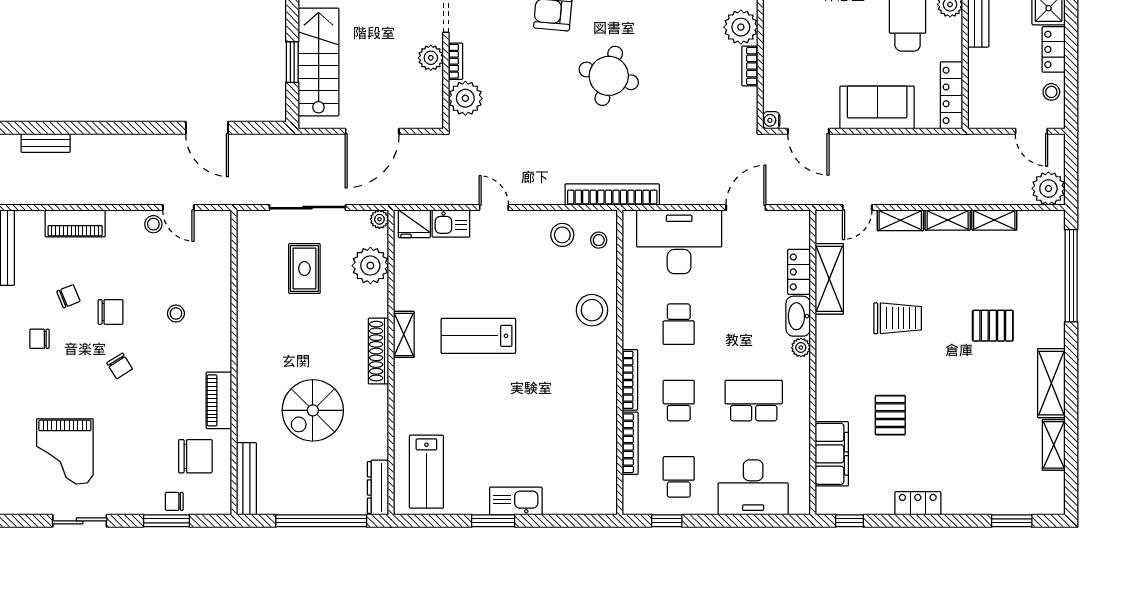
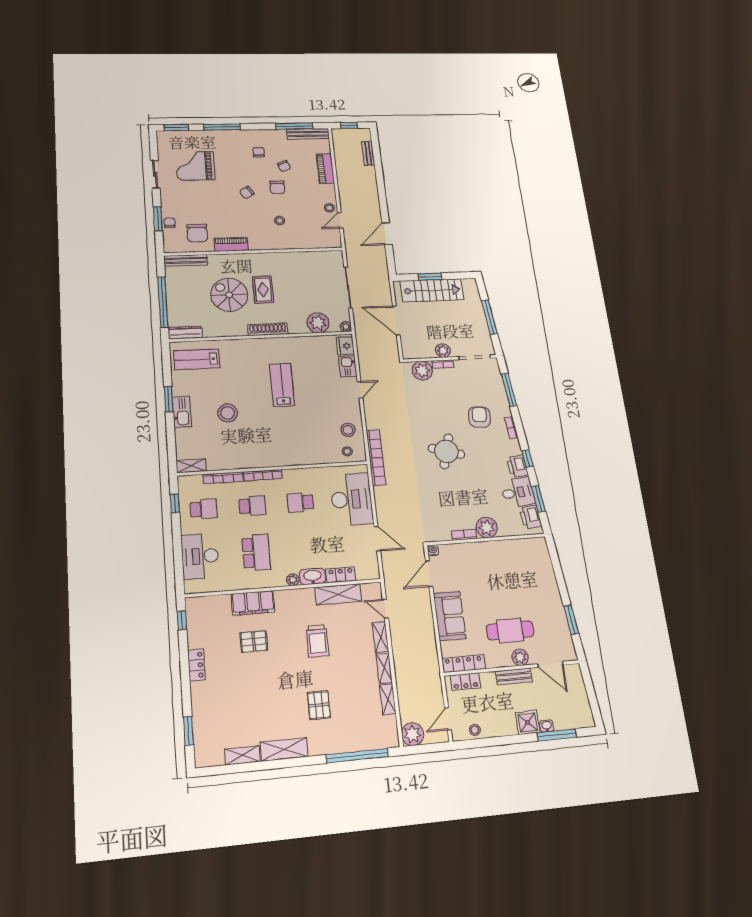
locker: (1054, 49) -> (465, 682), moved, turned 180
rug: (304, 269) -> (263, 290), moved, turned 90
stool: (592, 310) -> (228, 413), moved
shelving: (404, 334) -> (191, 466), moved
filing cabinet: (832, 454) -> (253, 603), moved

